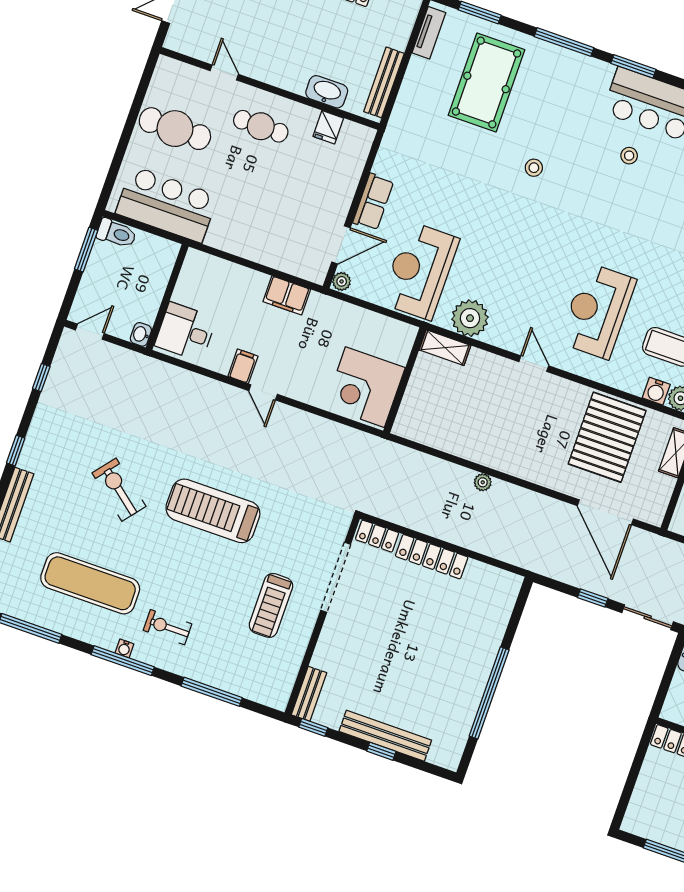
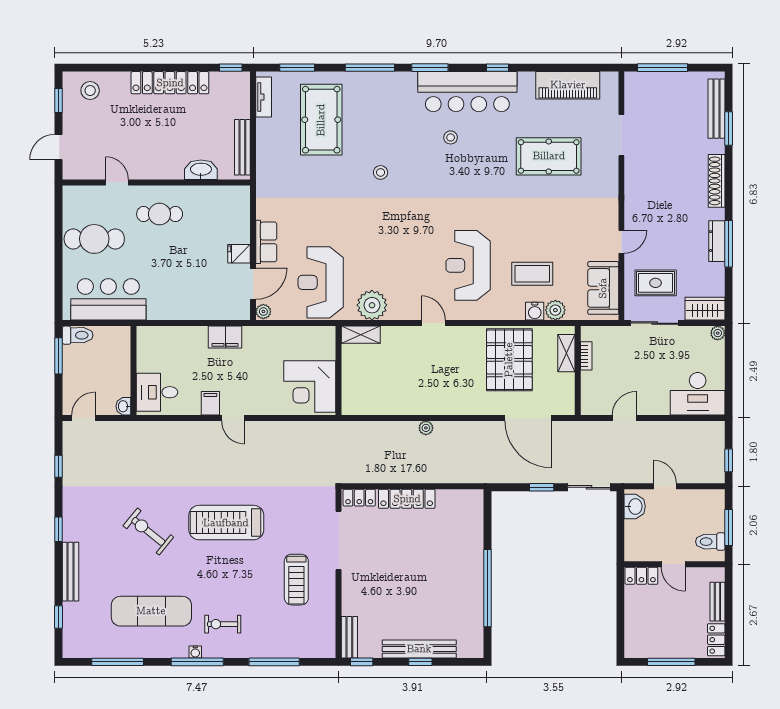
fridge: (328, 127) -> (239, 254), moved, turned 90

